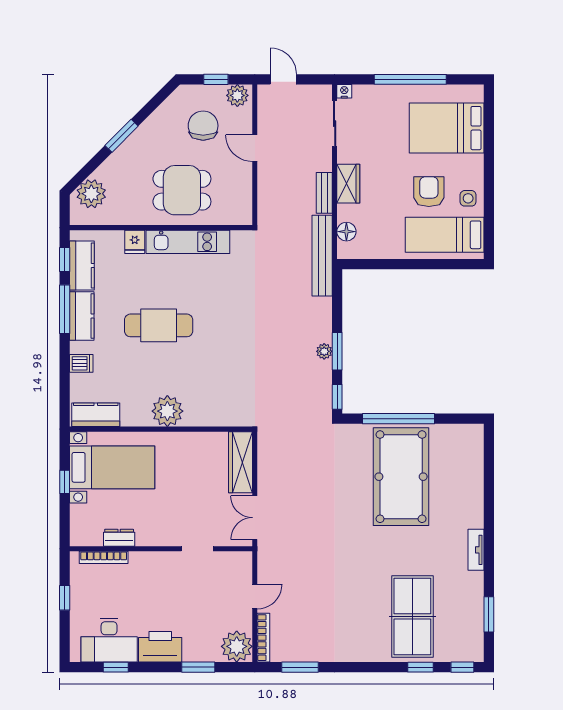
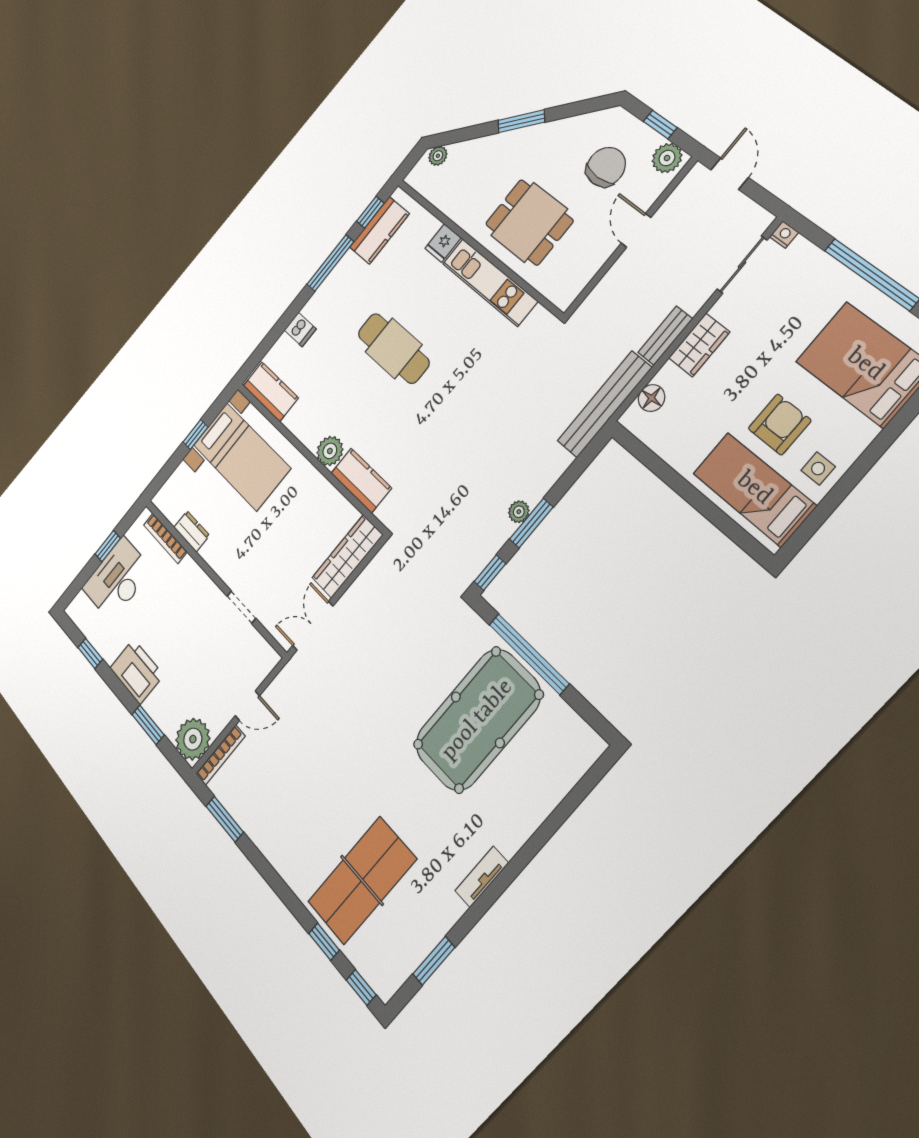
plant: (91, 194) -> (438, 156), width x0.53, depth x0.53
kitchen counter: (82, 316) -> (361, 481), moved, turned -90
plant: (167, 411) -> (330, 451), width x0.73, depth x0.73
desk: (109, 640) -> (117, 579), moved, turned 90

